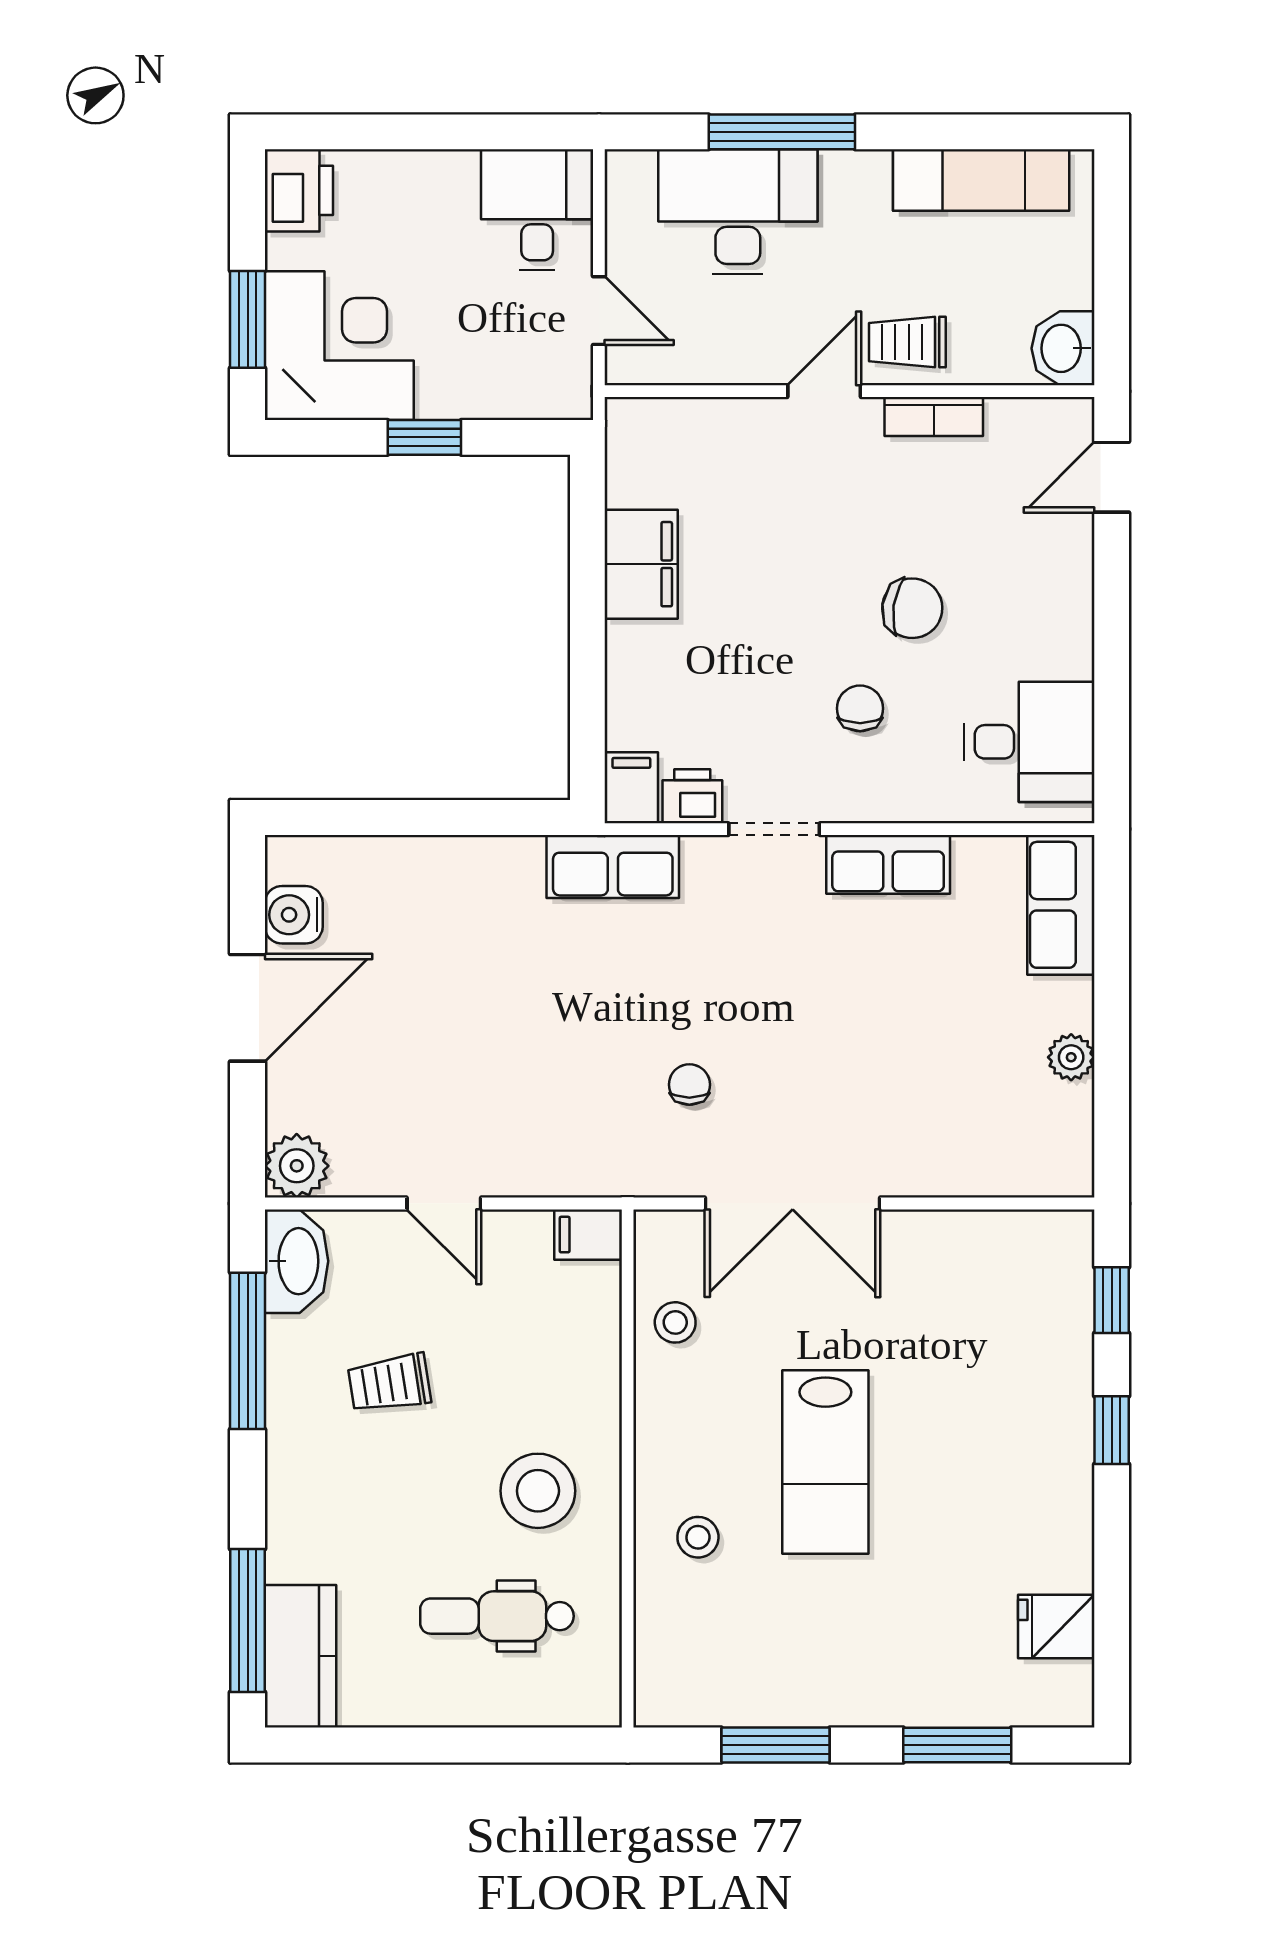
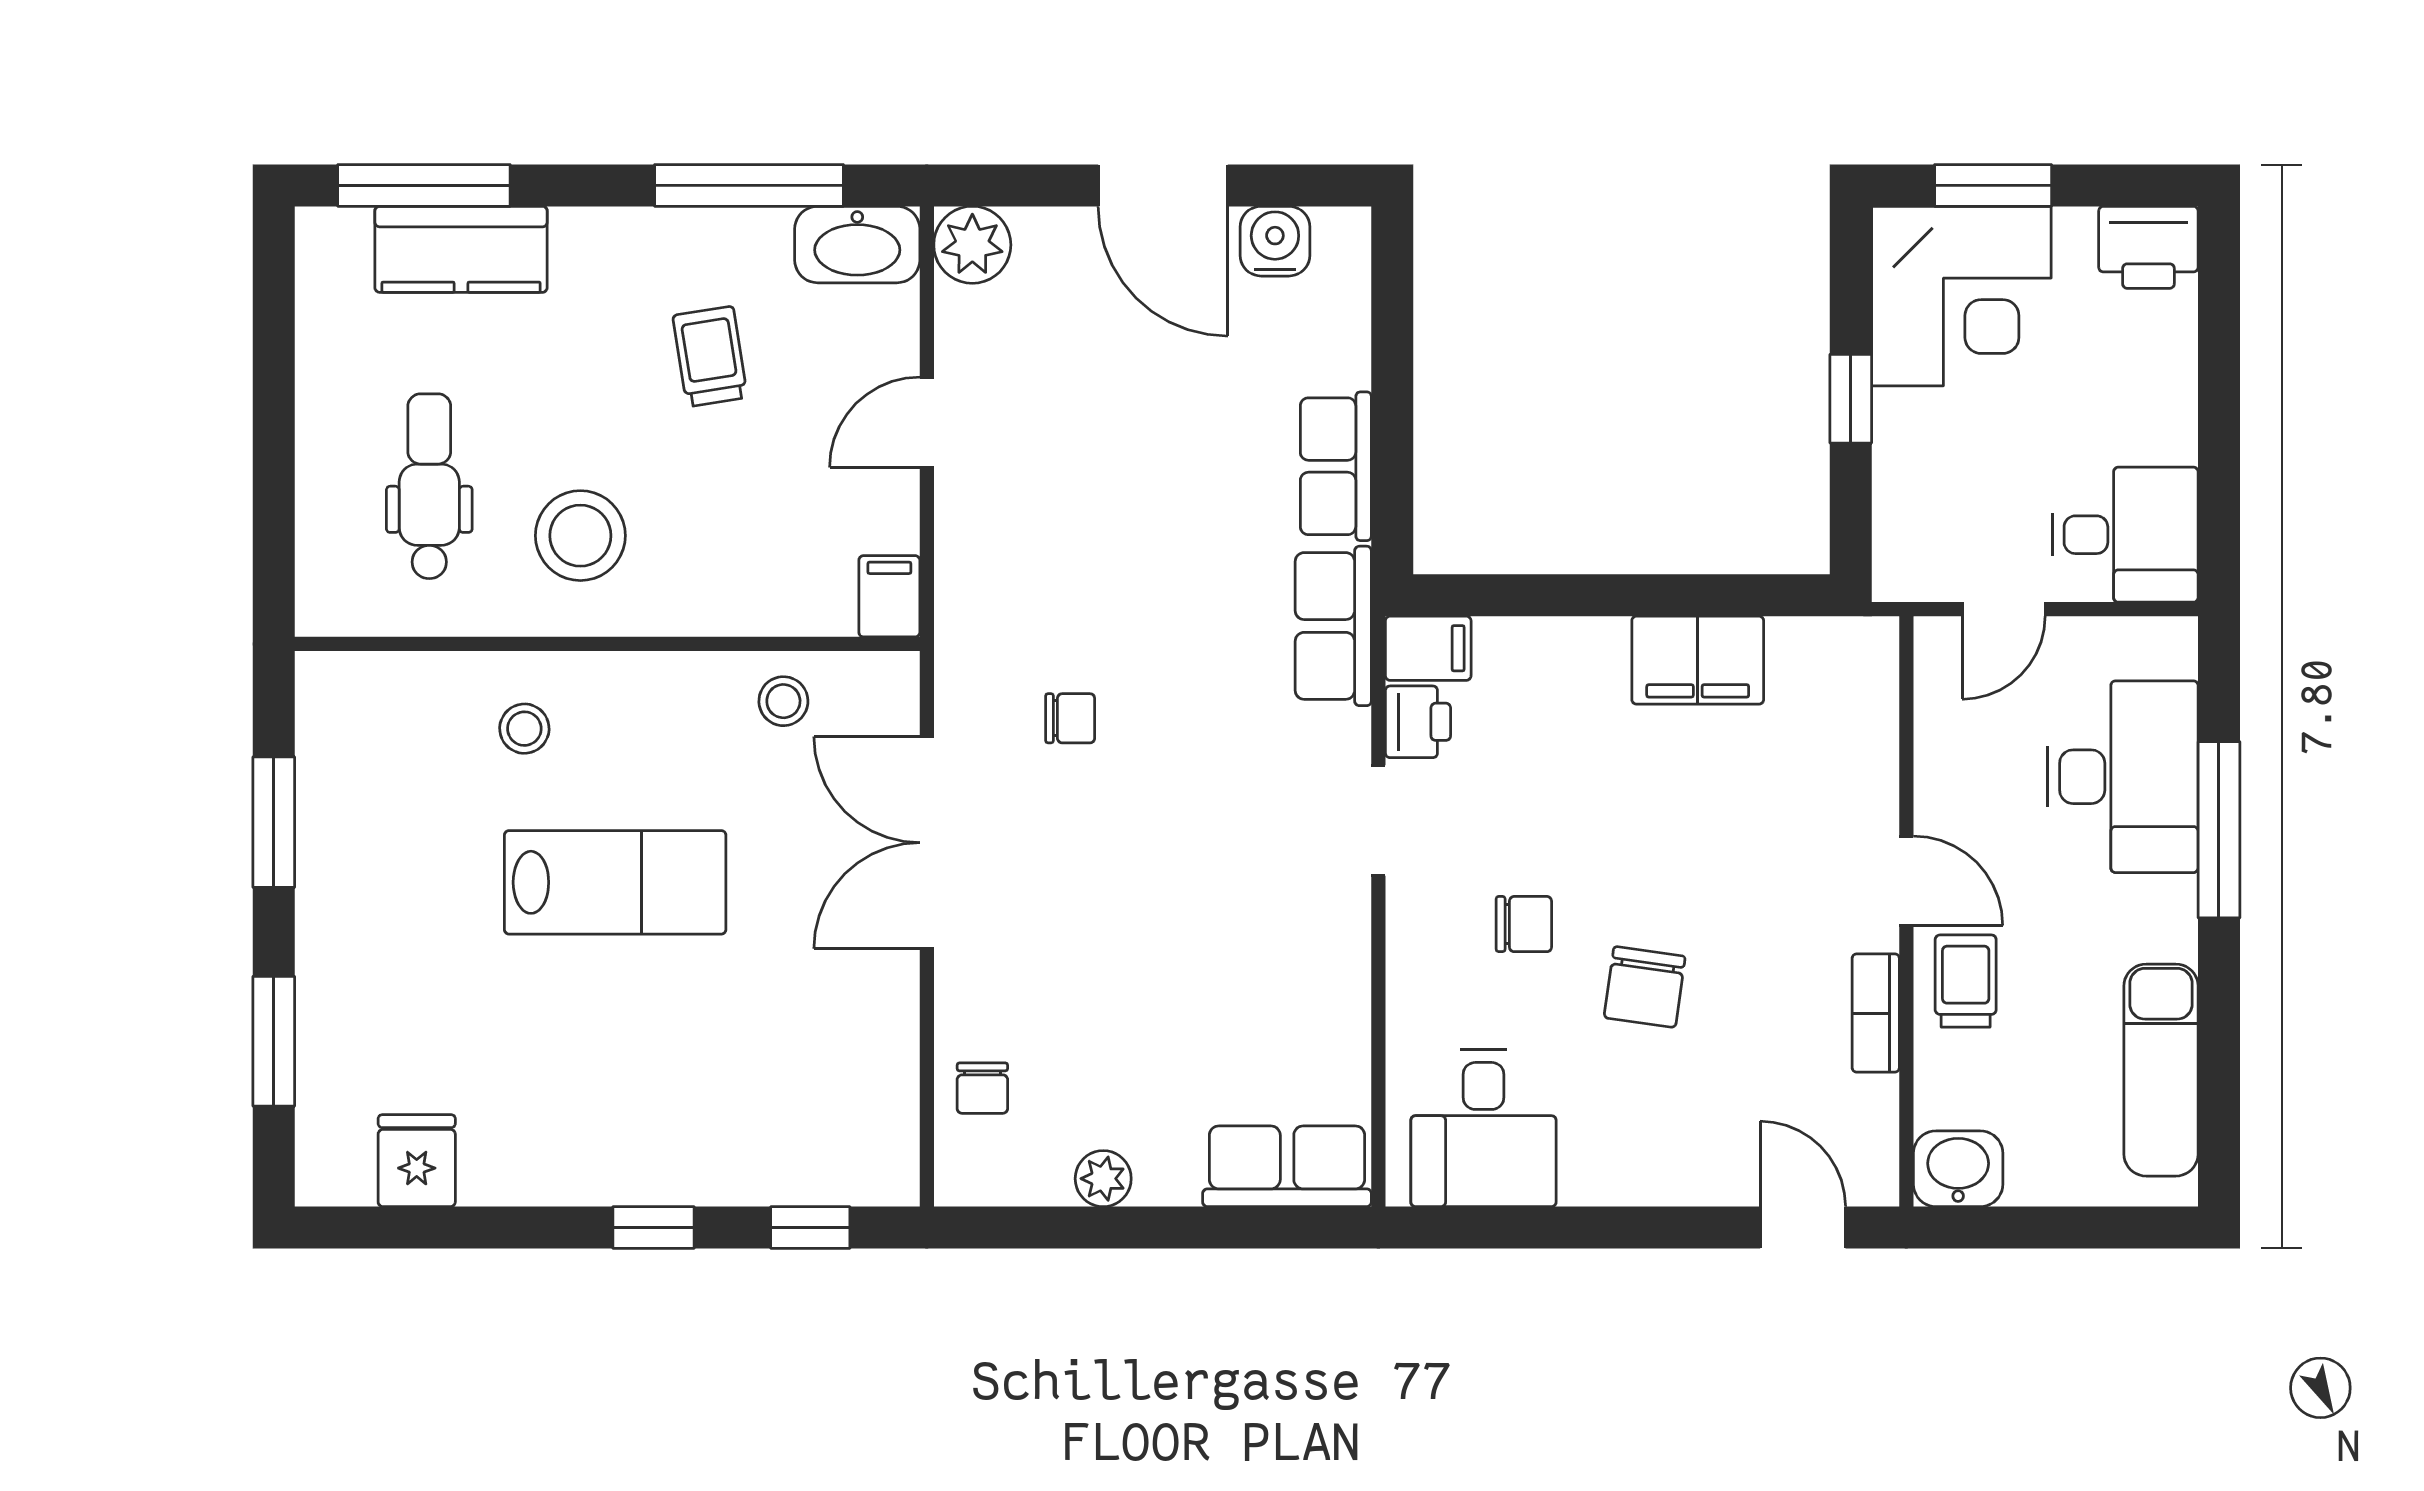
row of seats: (888, 864) -> (1336, 466), moved
chair: (996, 1157) -> (982, 1088), added
lab bench: (825, 1462) -> (615, 882), turned 180
kitchen counter: (300, 1656) -> (461, 249), moved

